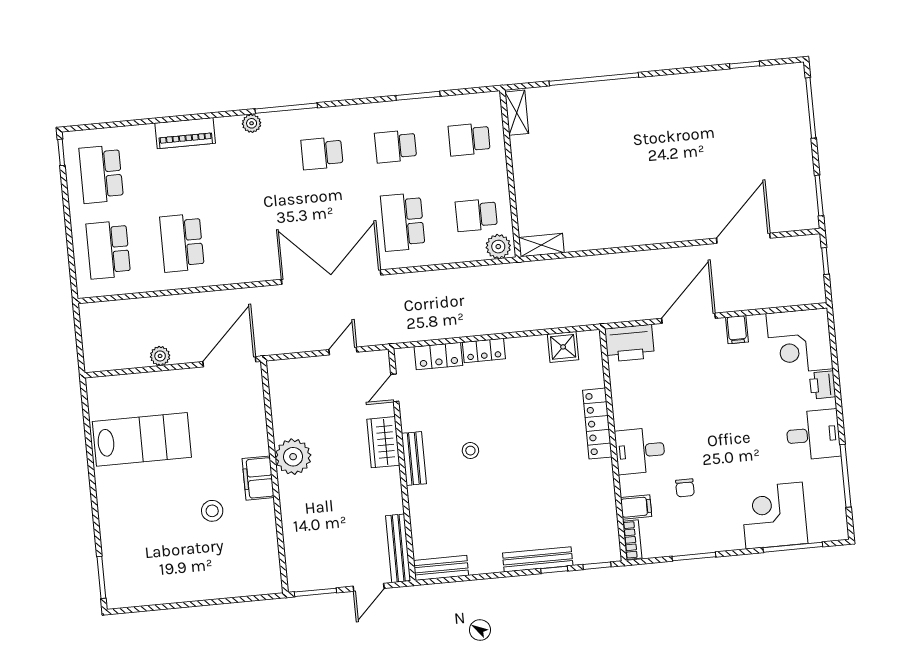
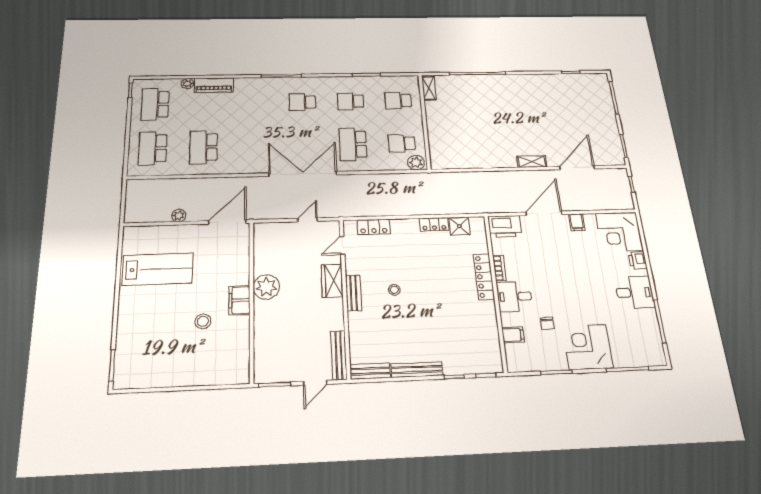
plant: (252, 123) -> (187, 84), moved
shelving: (541, 245) -> (532, 162), moved
locker: (484, 350) -> (434, 224), moved
corner desk: (774, 516) -> (588, 347), moved
bookcase: (632, 540) -> (499, 268), moved
bench: (538, 559) -> (417, 370), moved

